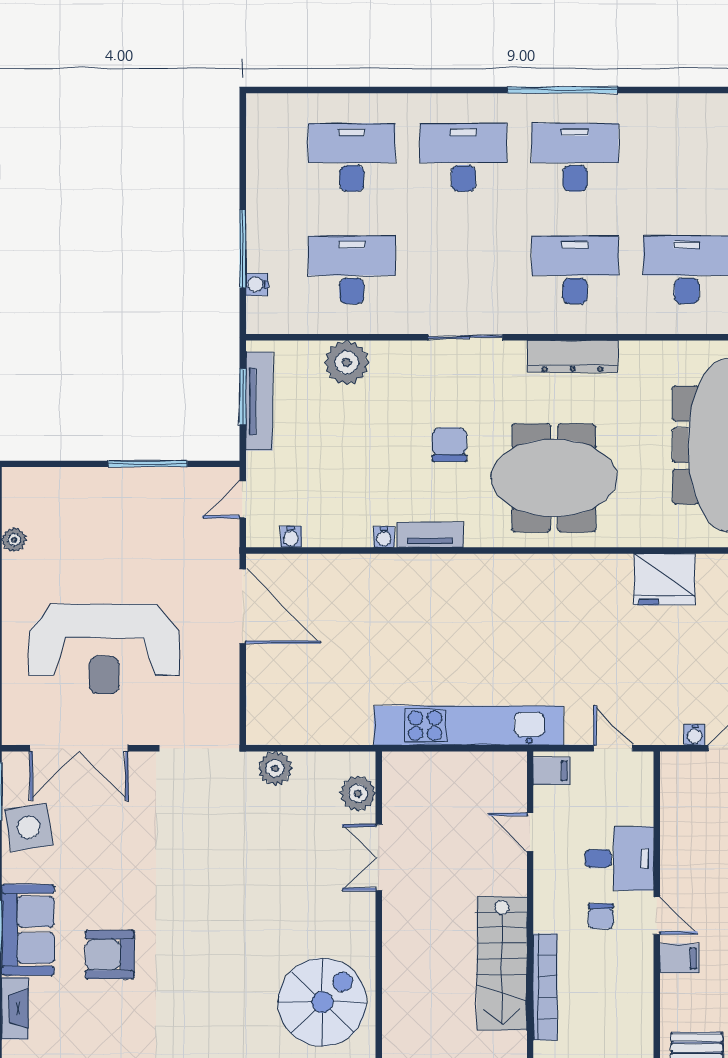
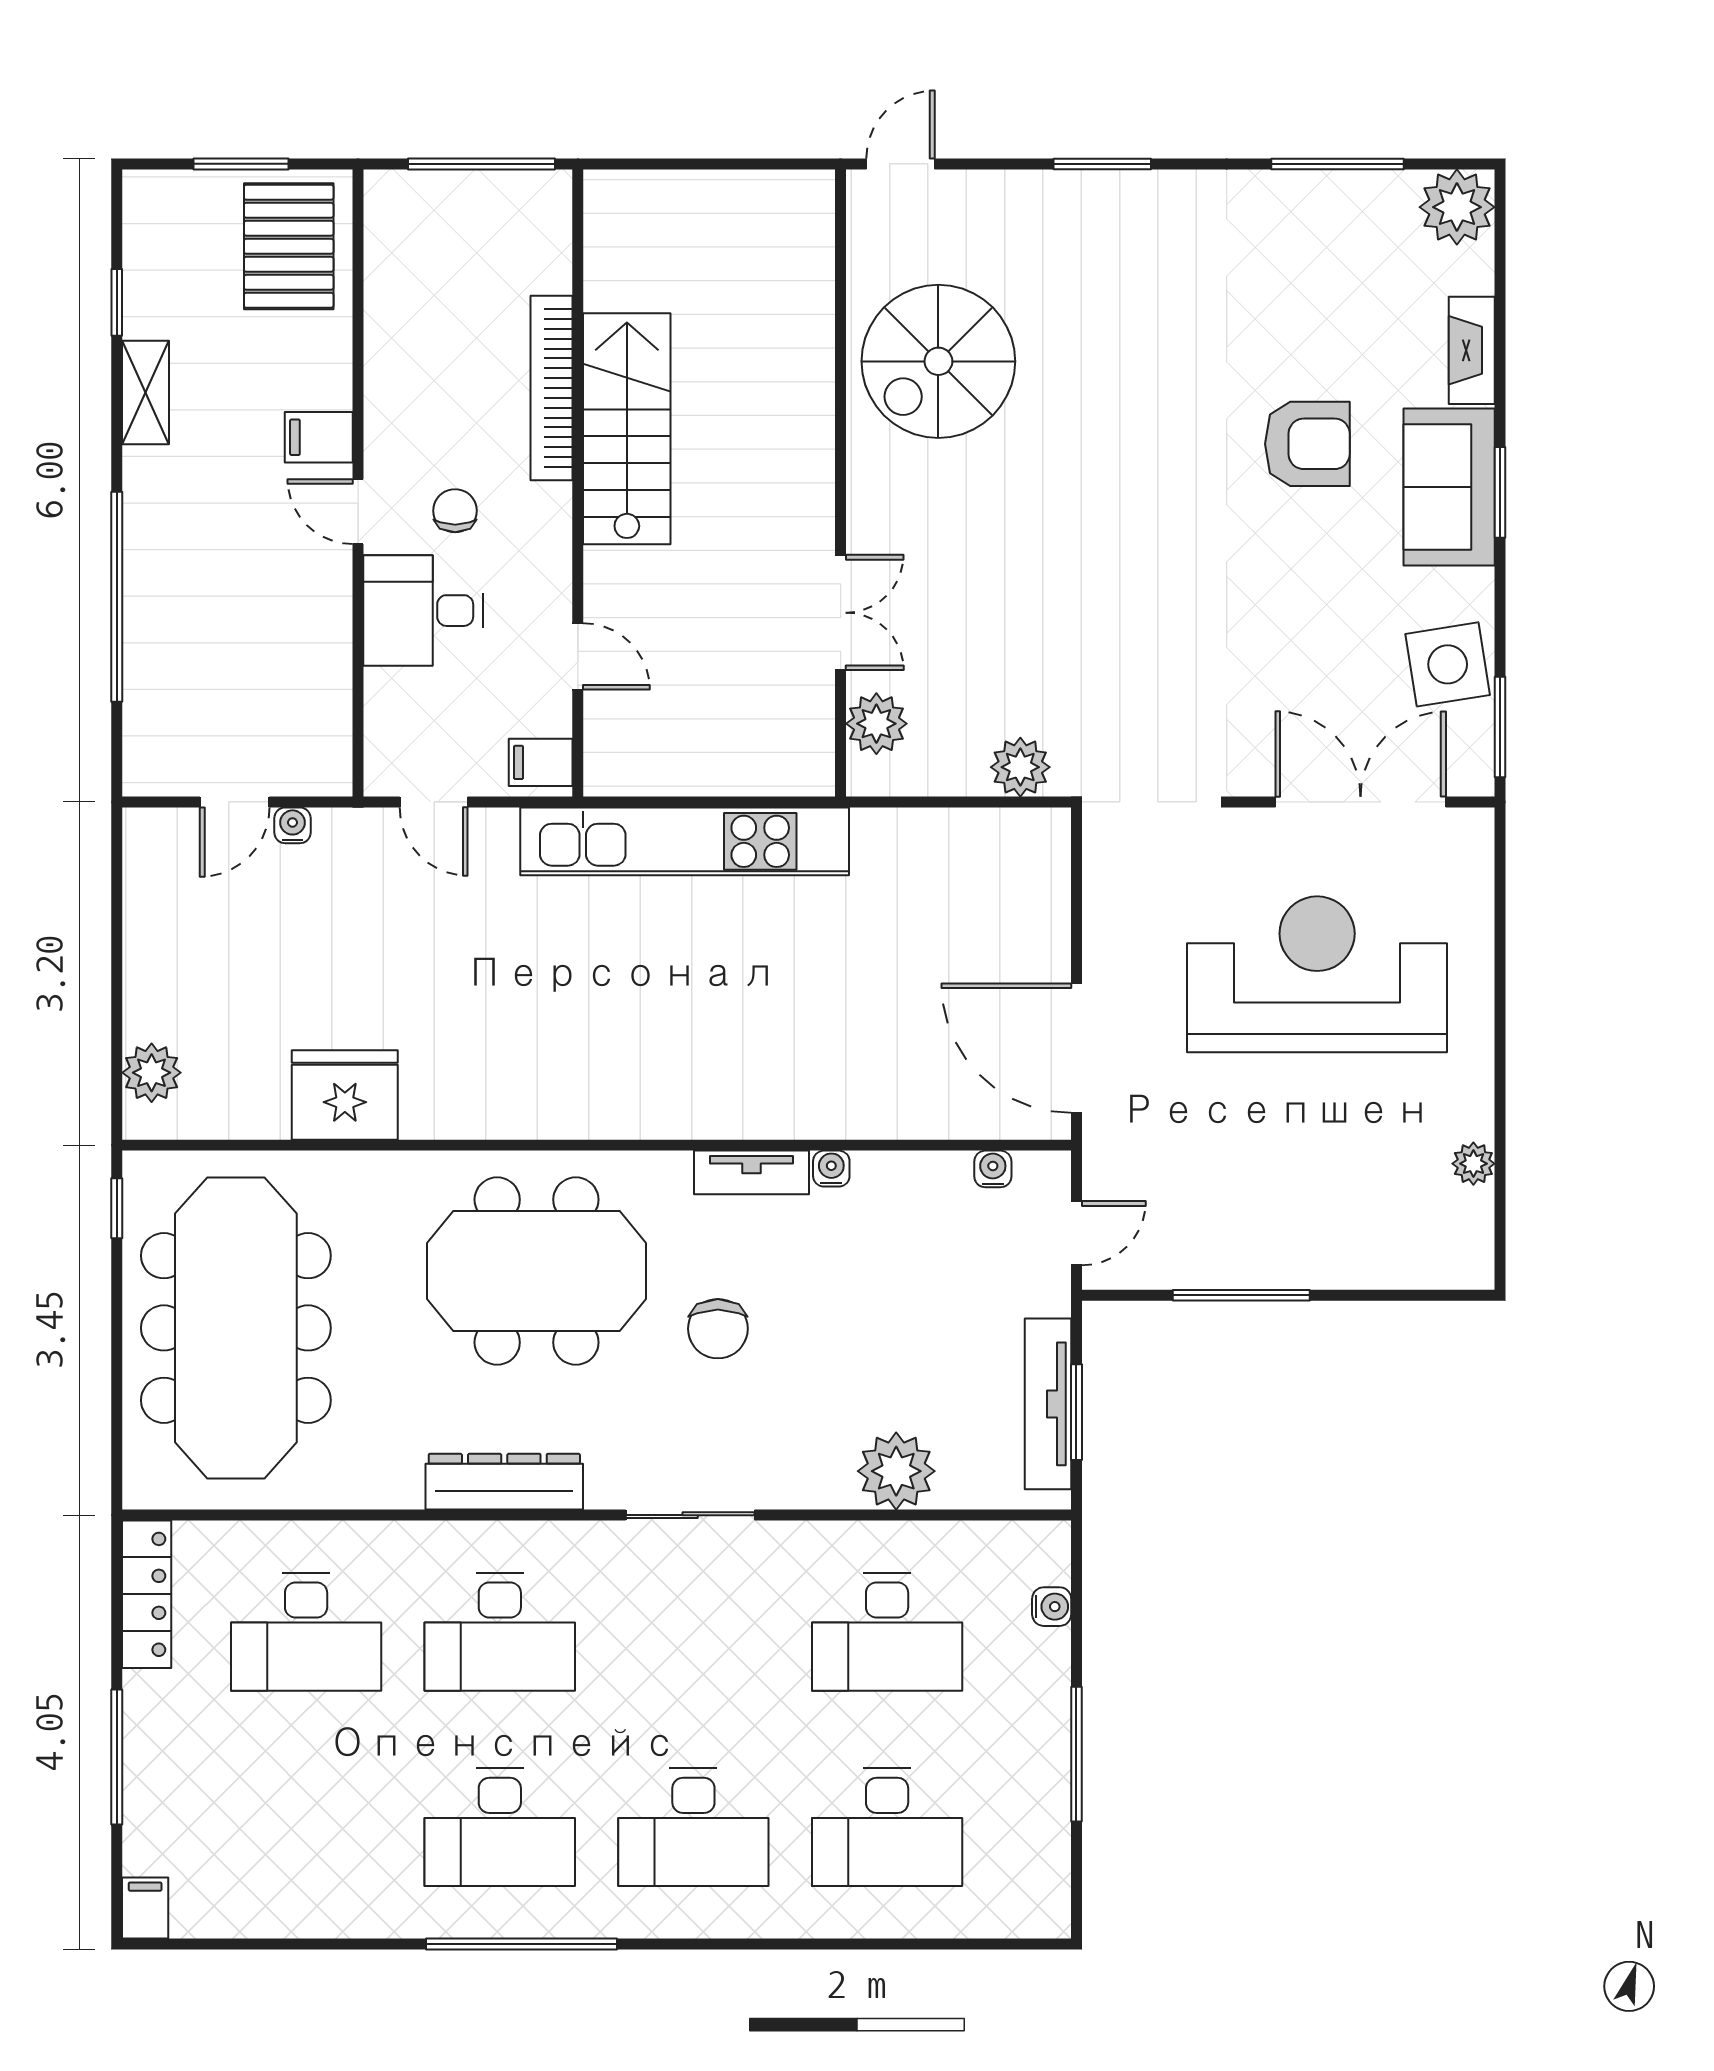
window: (243, 249) -> (1076, 1754), moved

